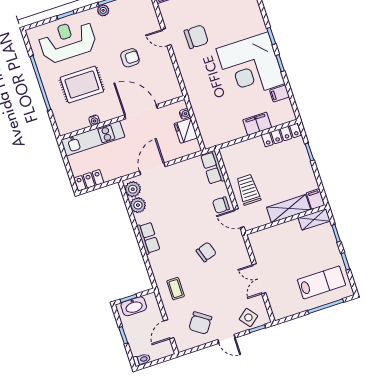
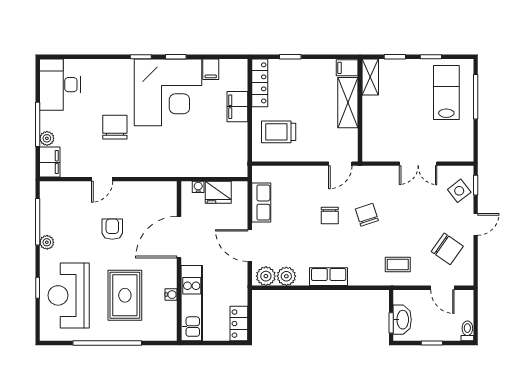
chair: (196, 37) -> (115, 127), moved
row of seats: (213, 168) -> (261, 203), moved, turned -90
trolley: (248, 190) -> (279, 132), moved
chair: (221, 205) -> (330, 215), moved

